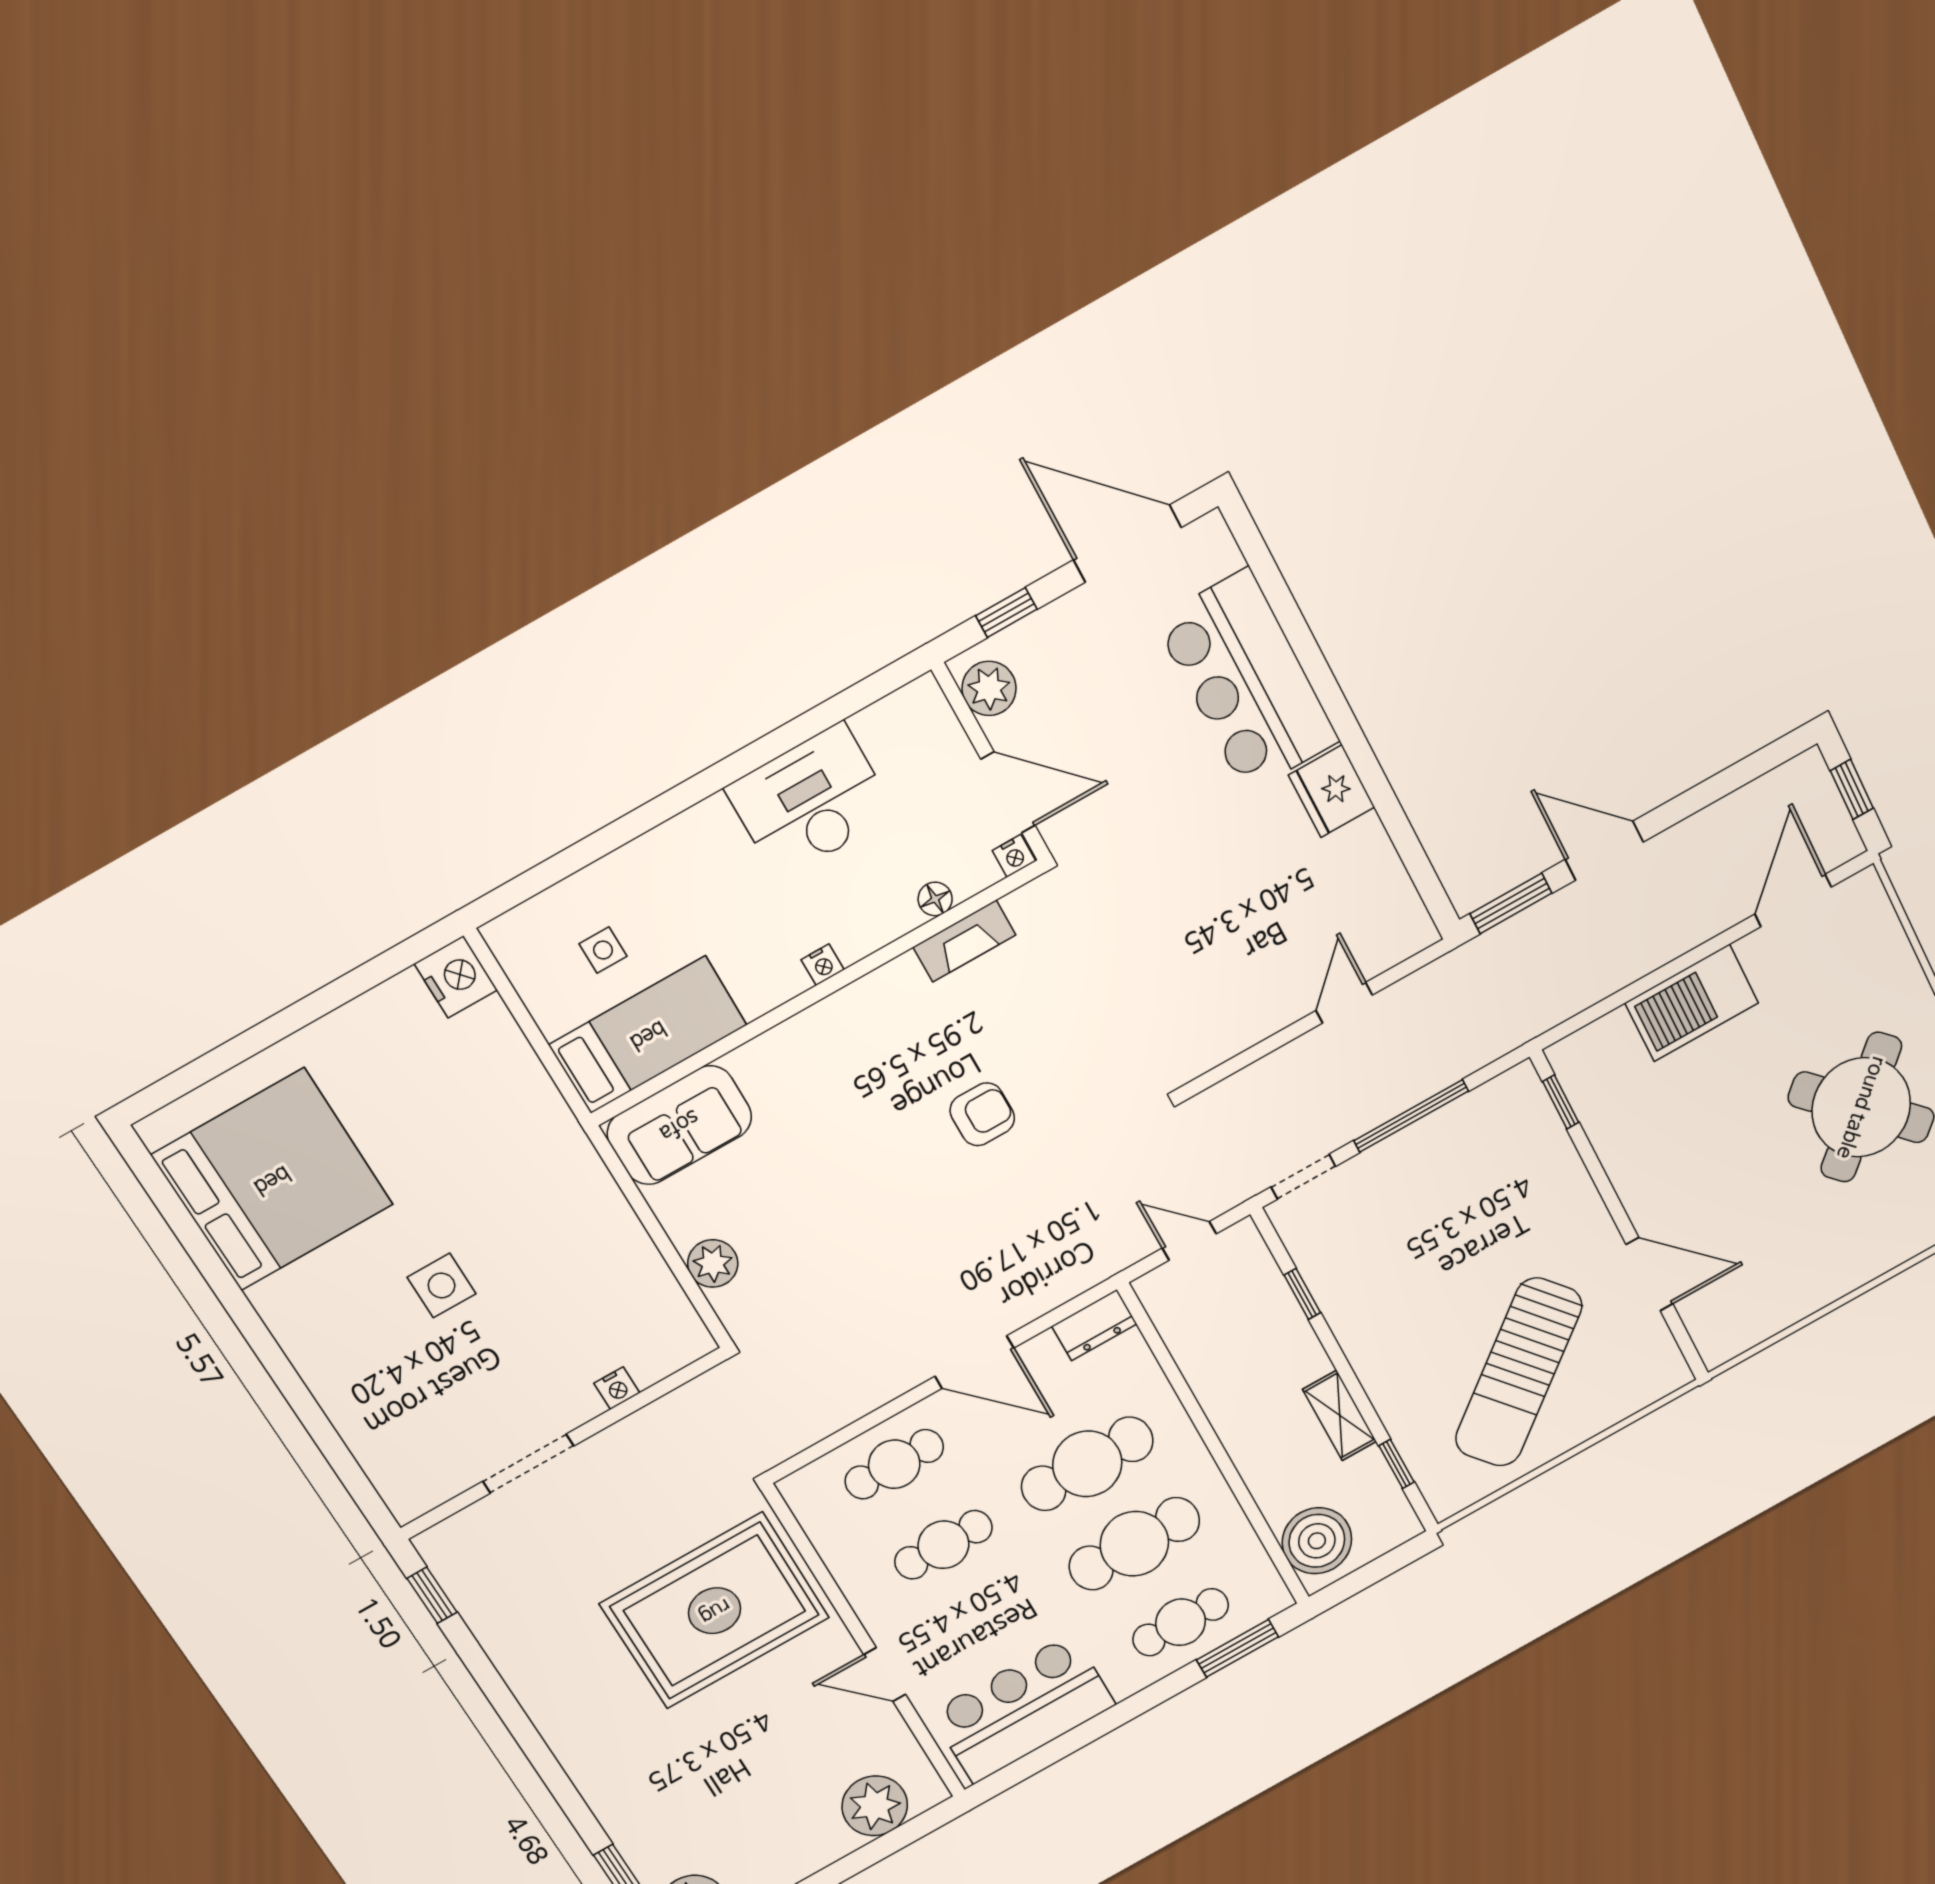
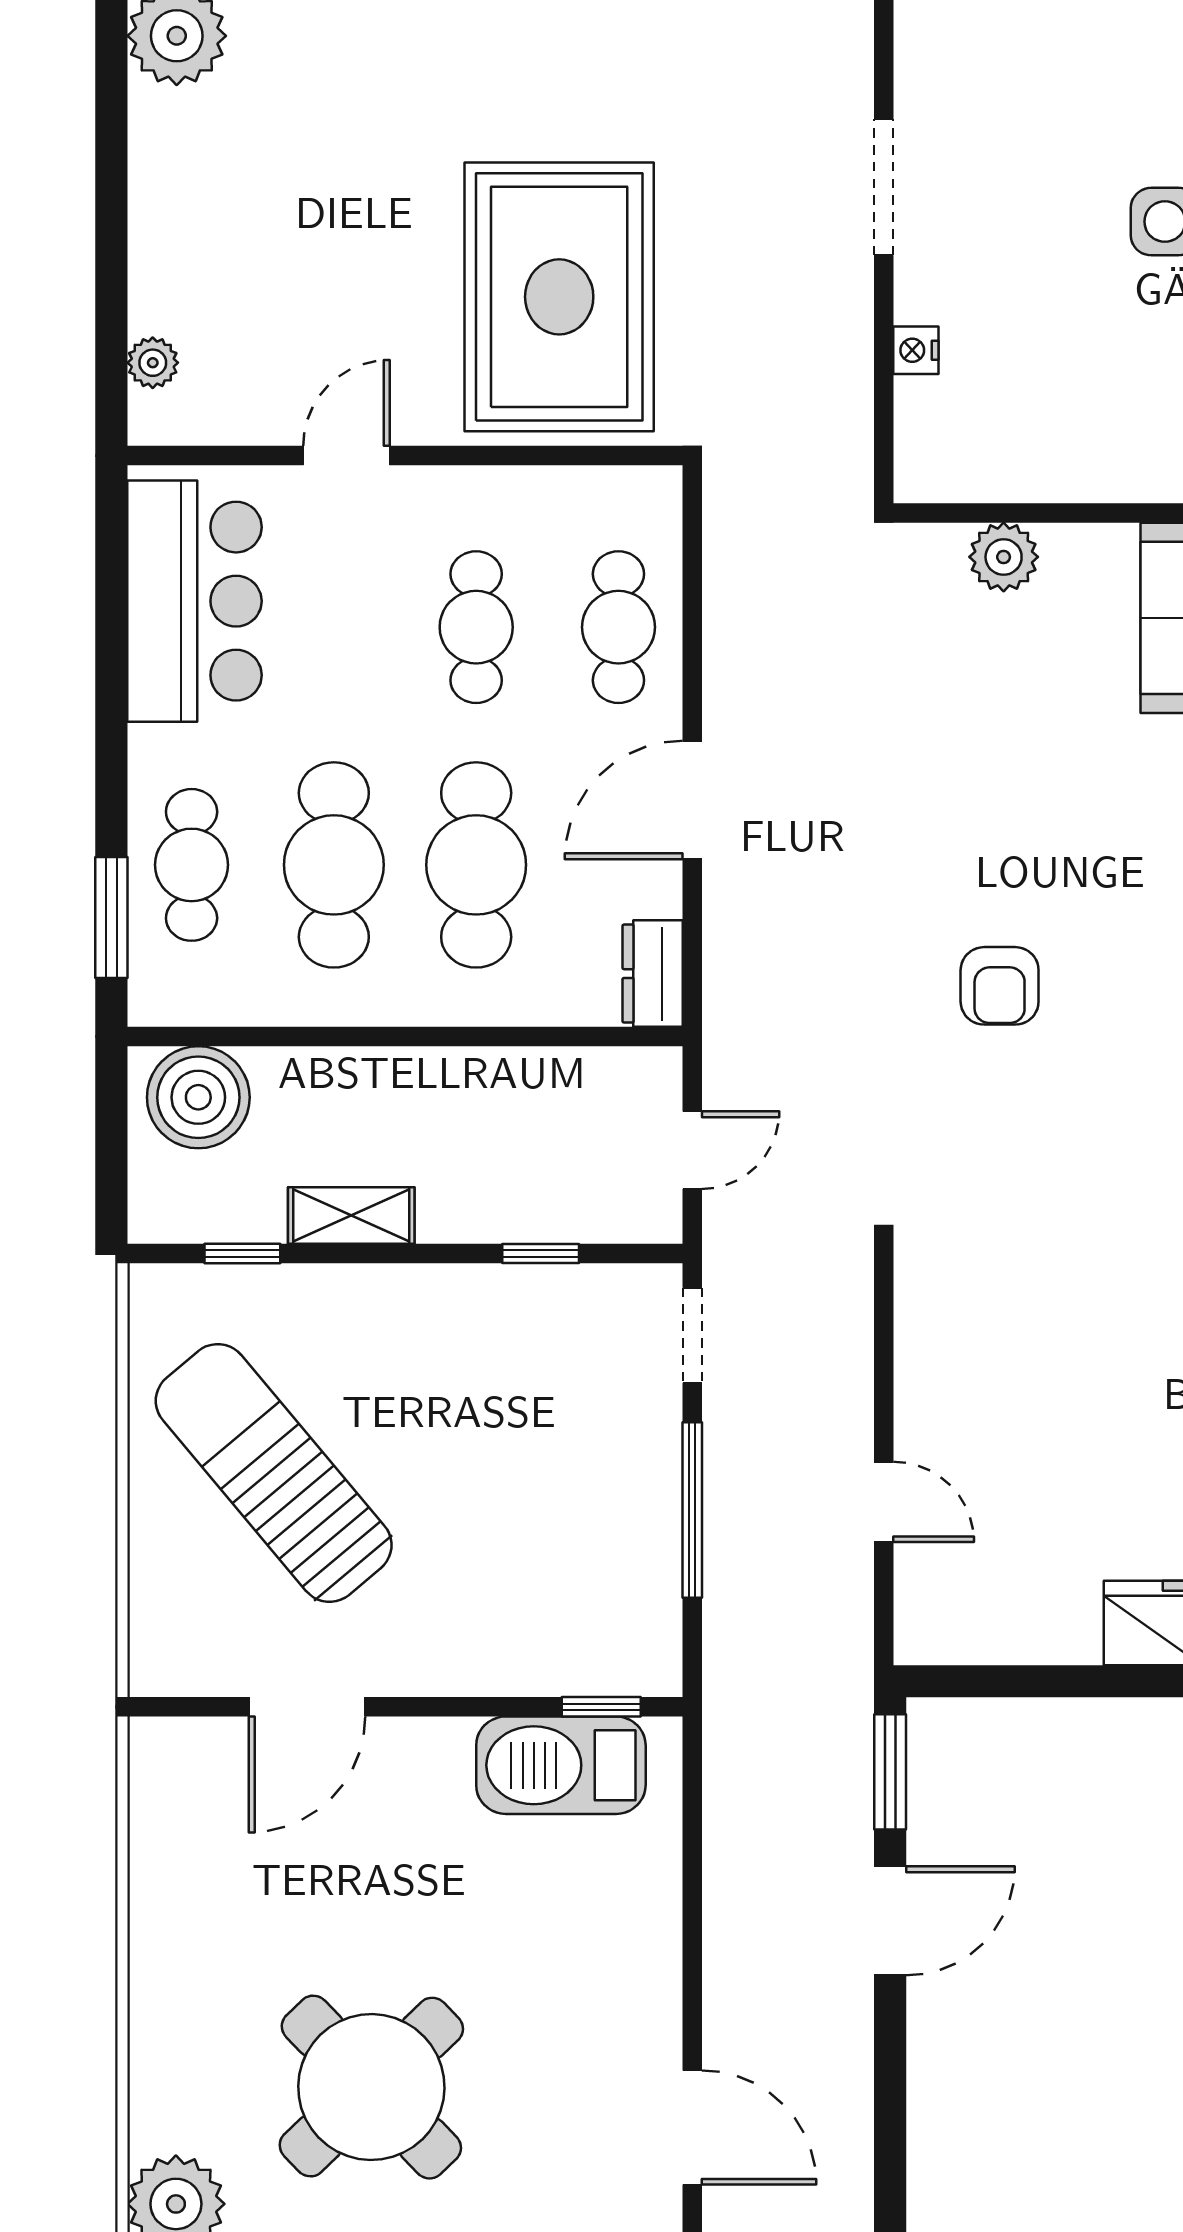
barbecue: (1692, 1003) -> (561, 1765), moved, turned -90
plant: (875, 1806) -> (153, 363), width x0.53, depth x0.53

